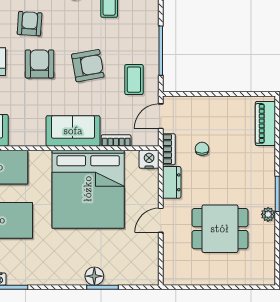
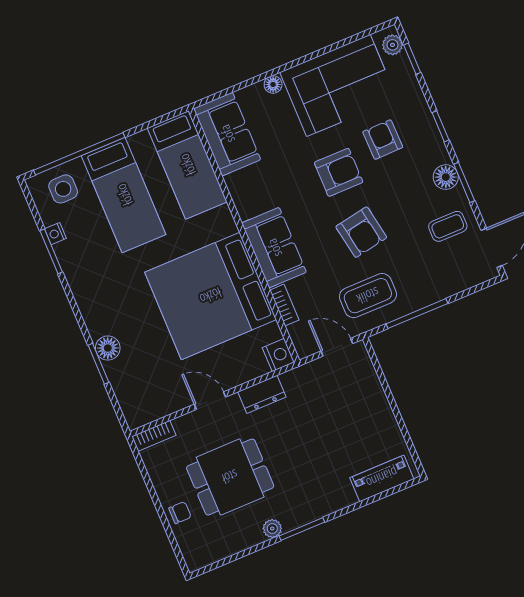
armchair: (30, 24) -> (383, 140), turned -95
coffee table: (134, 80) -> (368, 296), width x1.36, depth x1.30
bookcase: (169, 149) -> (154, 436), moved
chair: (202, 149) -> (180, 513), moved
dining table: (220, 229) -> (230, 477), turned 90

